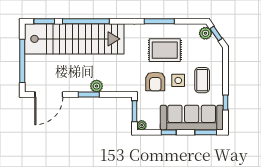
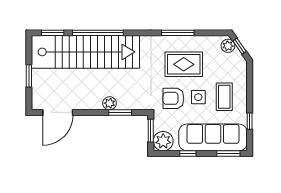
window: (22, 61) -> (29, 76), width x0.47
armchair: (155, 82) -> (173, 98), turned 90
window: (89, 95) -> (120, 112), moved
plant: (142, 125) -> (163, 141), width x1.88, depth x1.88

